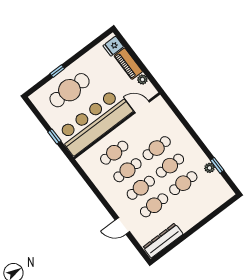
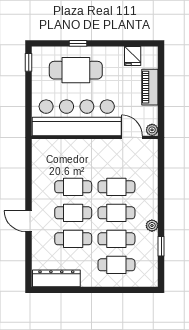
fridge: (113, 46) -> (133, 56), moved, turned -90
plant: (142, 80) -> (152, 130), moved
window: (54, 136) -> (29, 62), moved
cafe table: (114, 153) -> (116, 265), moved
plant: (209, 168) -> (152, 226), moved
door: (122, 226) -> (29, 221), moved

